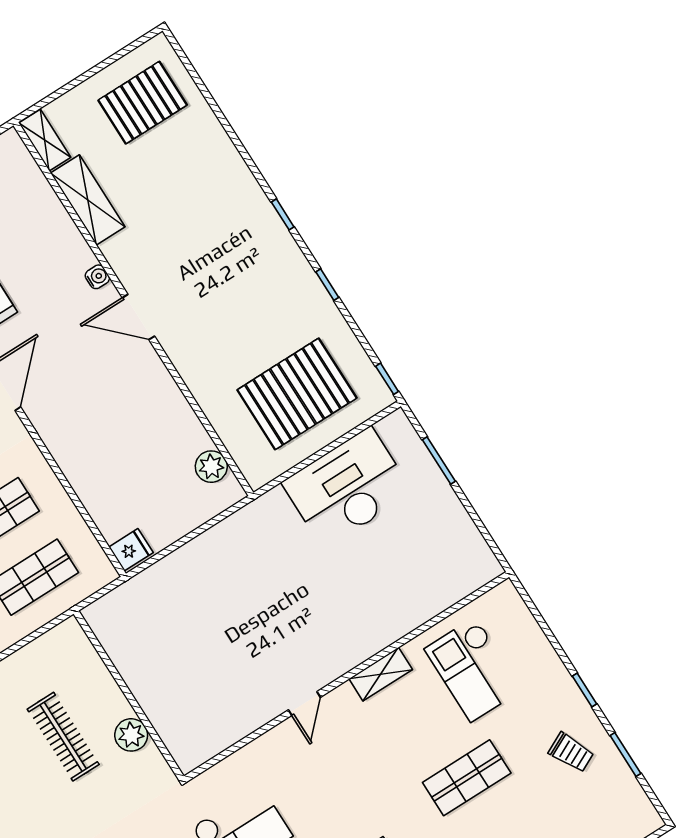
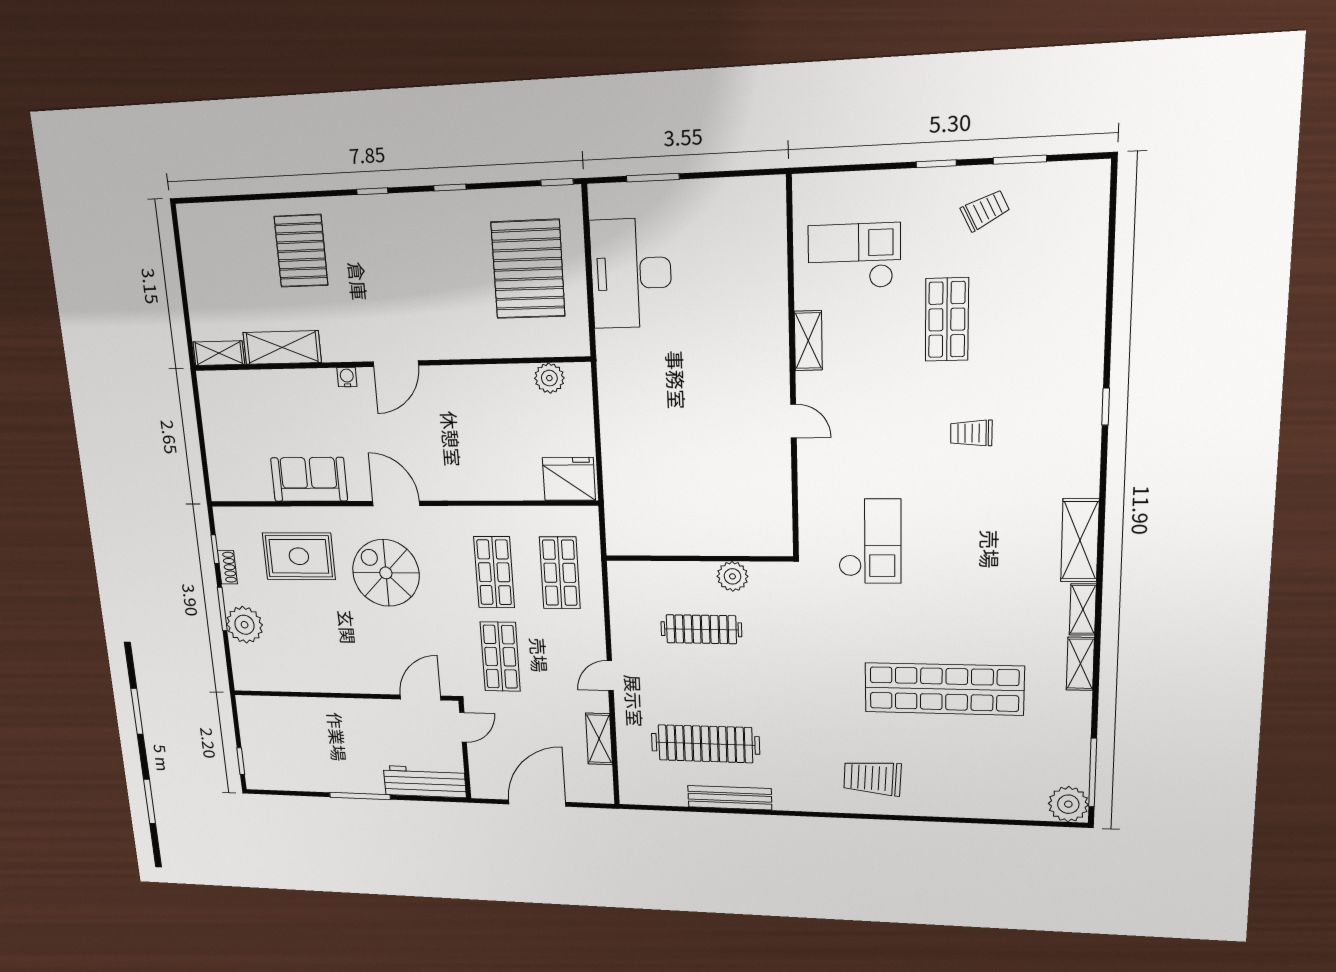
pallet: (143, 103) -> (301, 251), moved
fridge: (131, 550) -> (569, 479), width x1.88, depth x1.34
checkout: (473, 669) -> (854, 256), turned 180

